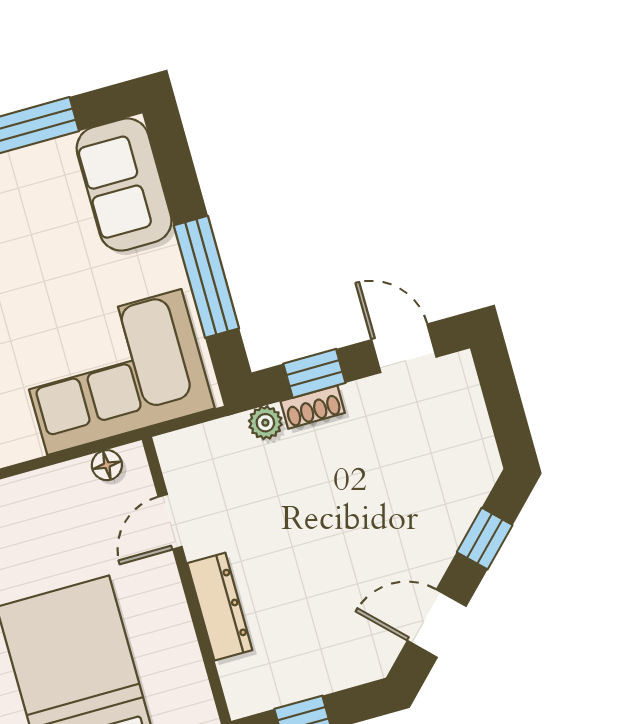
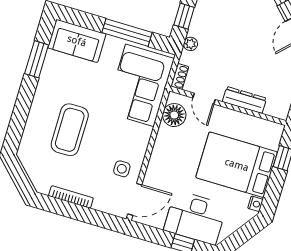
shoe rack: (313, 407) -> (180, 77), moved
floor lamp: (107, 465) -> (174, 115), width x1.89, depth x1.89

